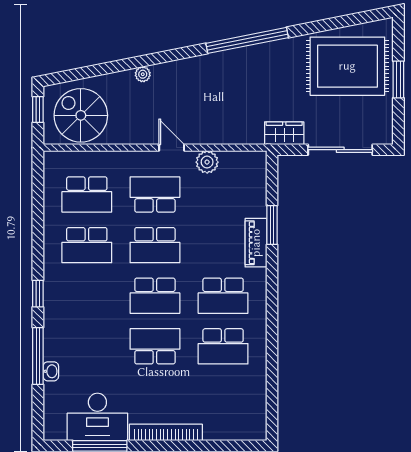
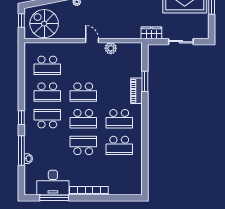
sliding door: (340, 150) -> (181, 42), width x0.73
school desk: (155, 195) -> (47, 119), moved

